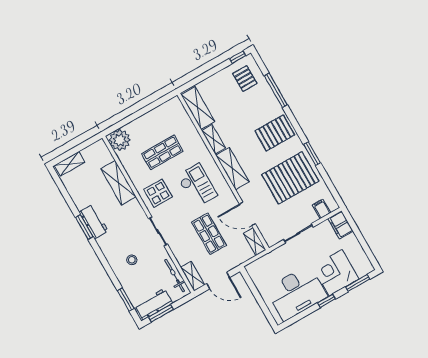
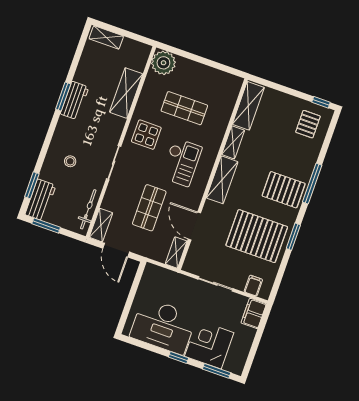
window: (276, 90) -> (312, 184), moved
workbench: (154, 304) -> (40, 200), moved, turned 90

